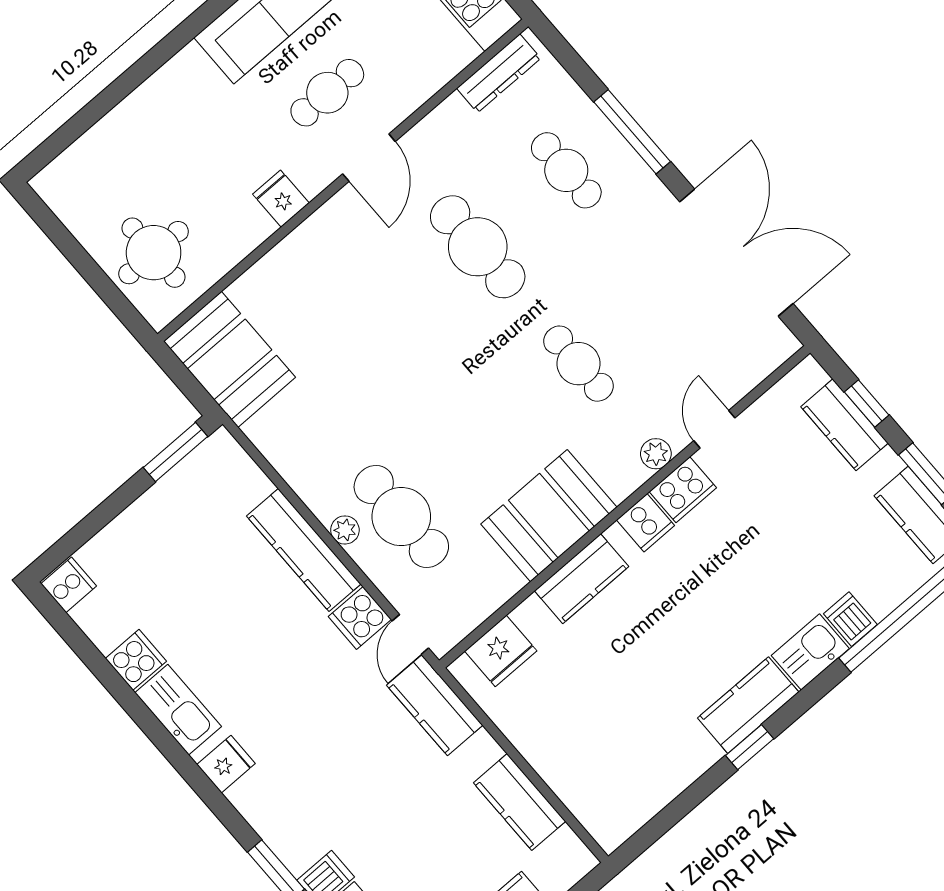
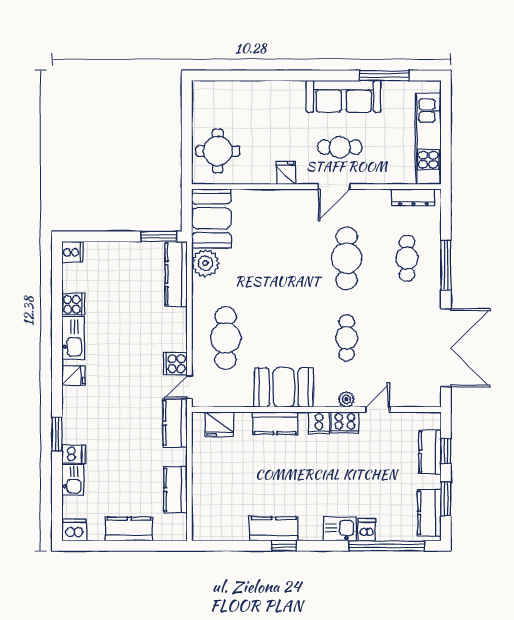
plant: (345, 530) -> (205, 263), moved, width x1.87, depth x1.87
kitchen counter: (304, 550) -> (176, 274), moved
kitchen counter: (748, 705) -> (274, 529), moved

